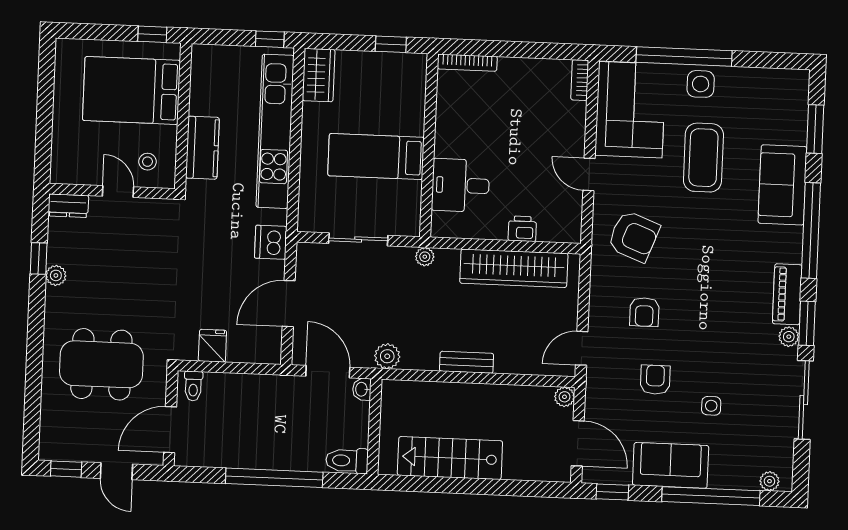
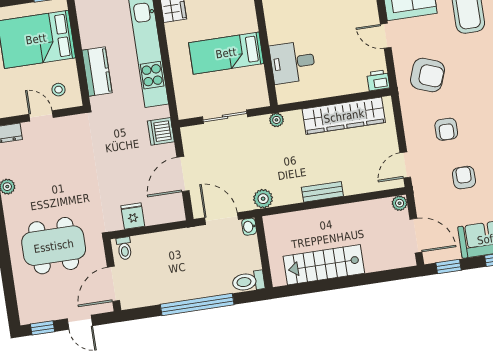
printer: (522, 229) -> (378, 80), moved

